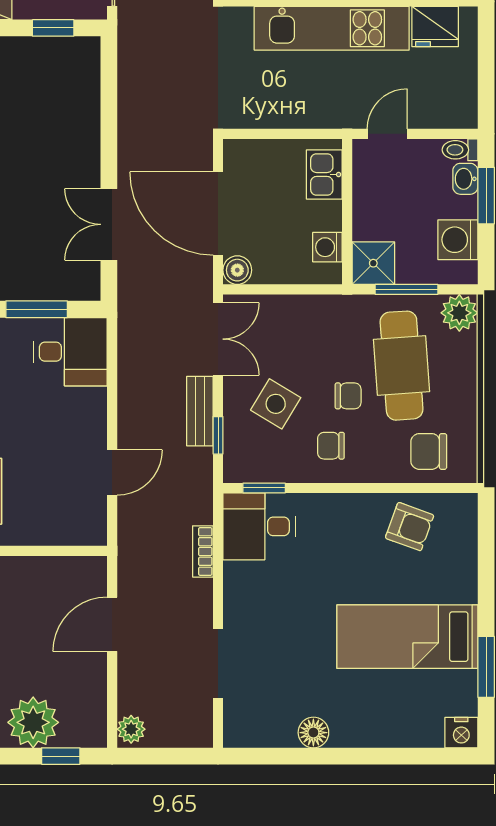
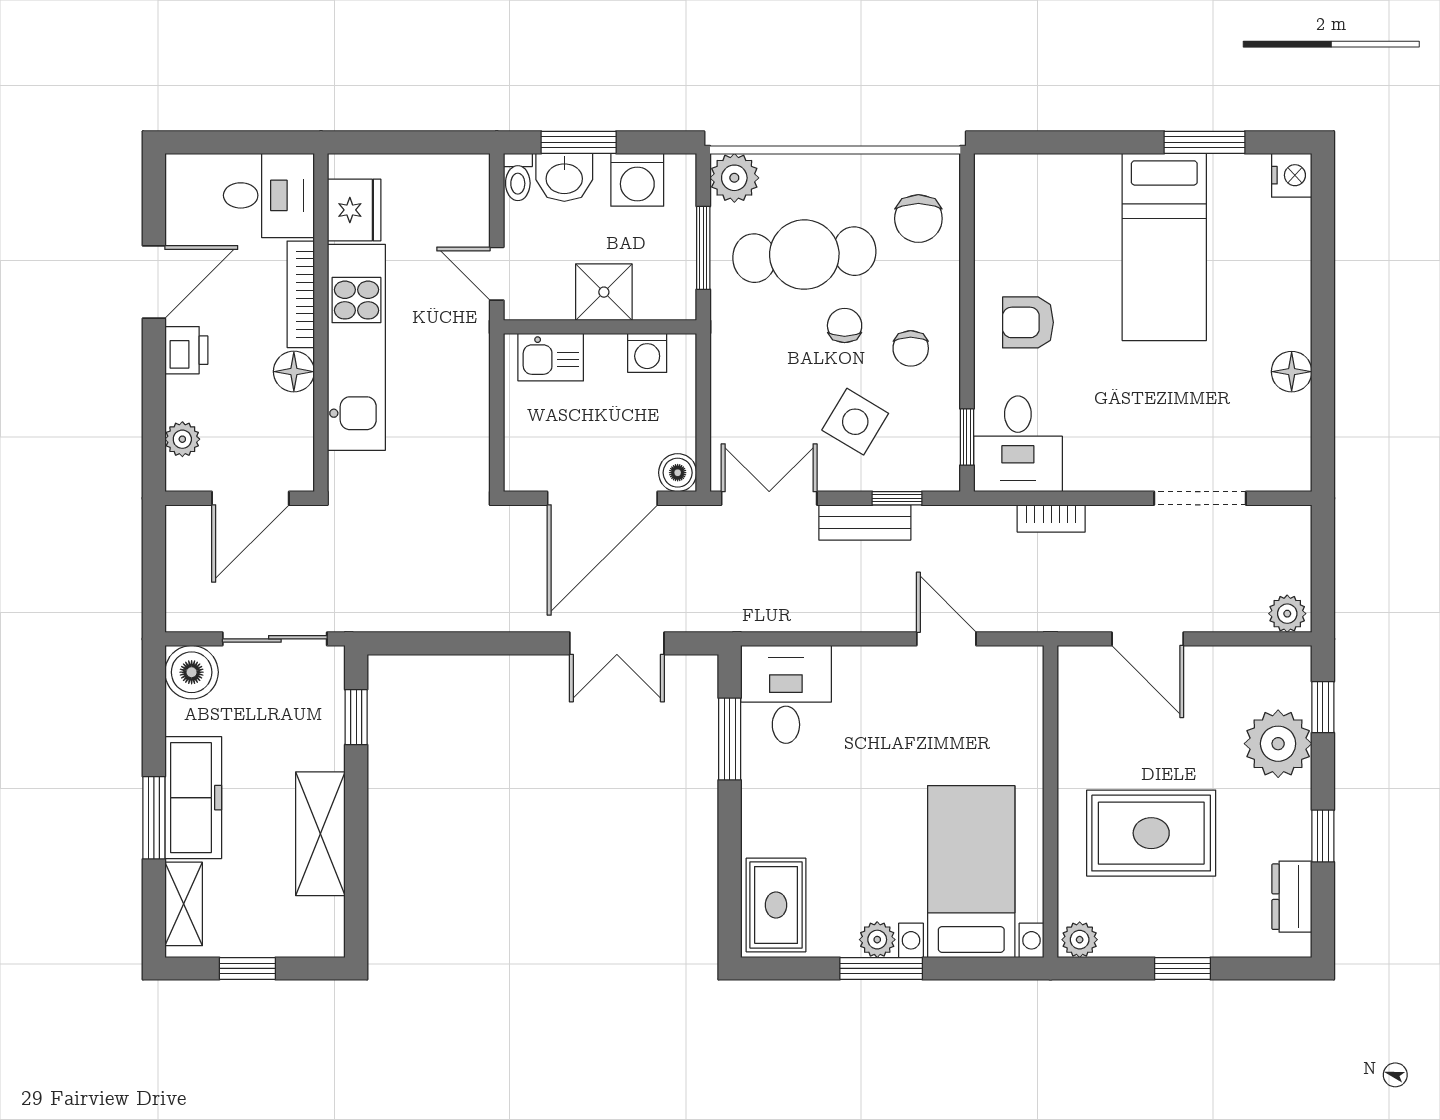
washbasin: (465, 179) -> (564, 177), width x1.38, depth x1.45
shower: (373, 263) -> (604, 292), moved
armchair: (410, 527) -> (1028, 322), moved, turned -110

